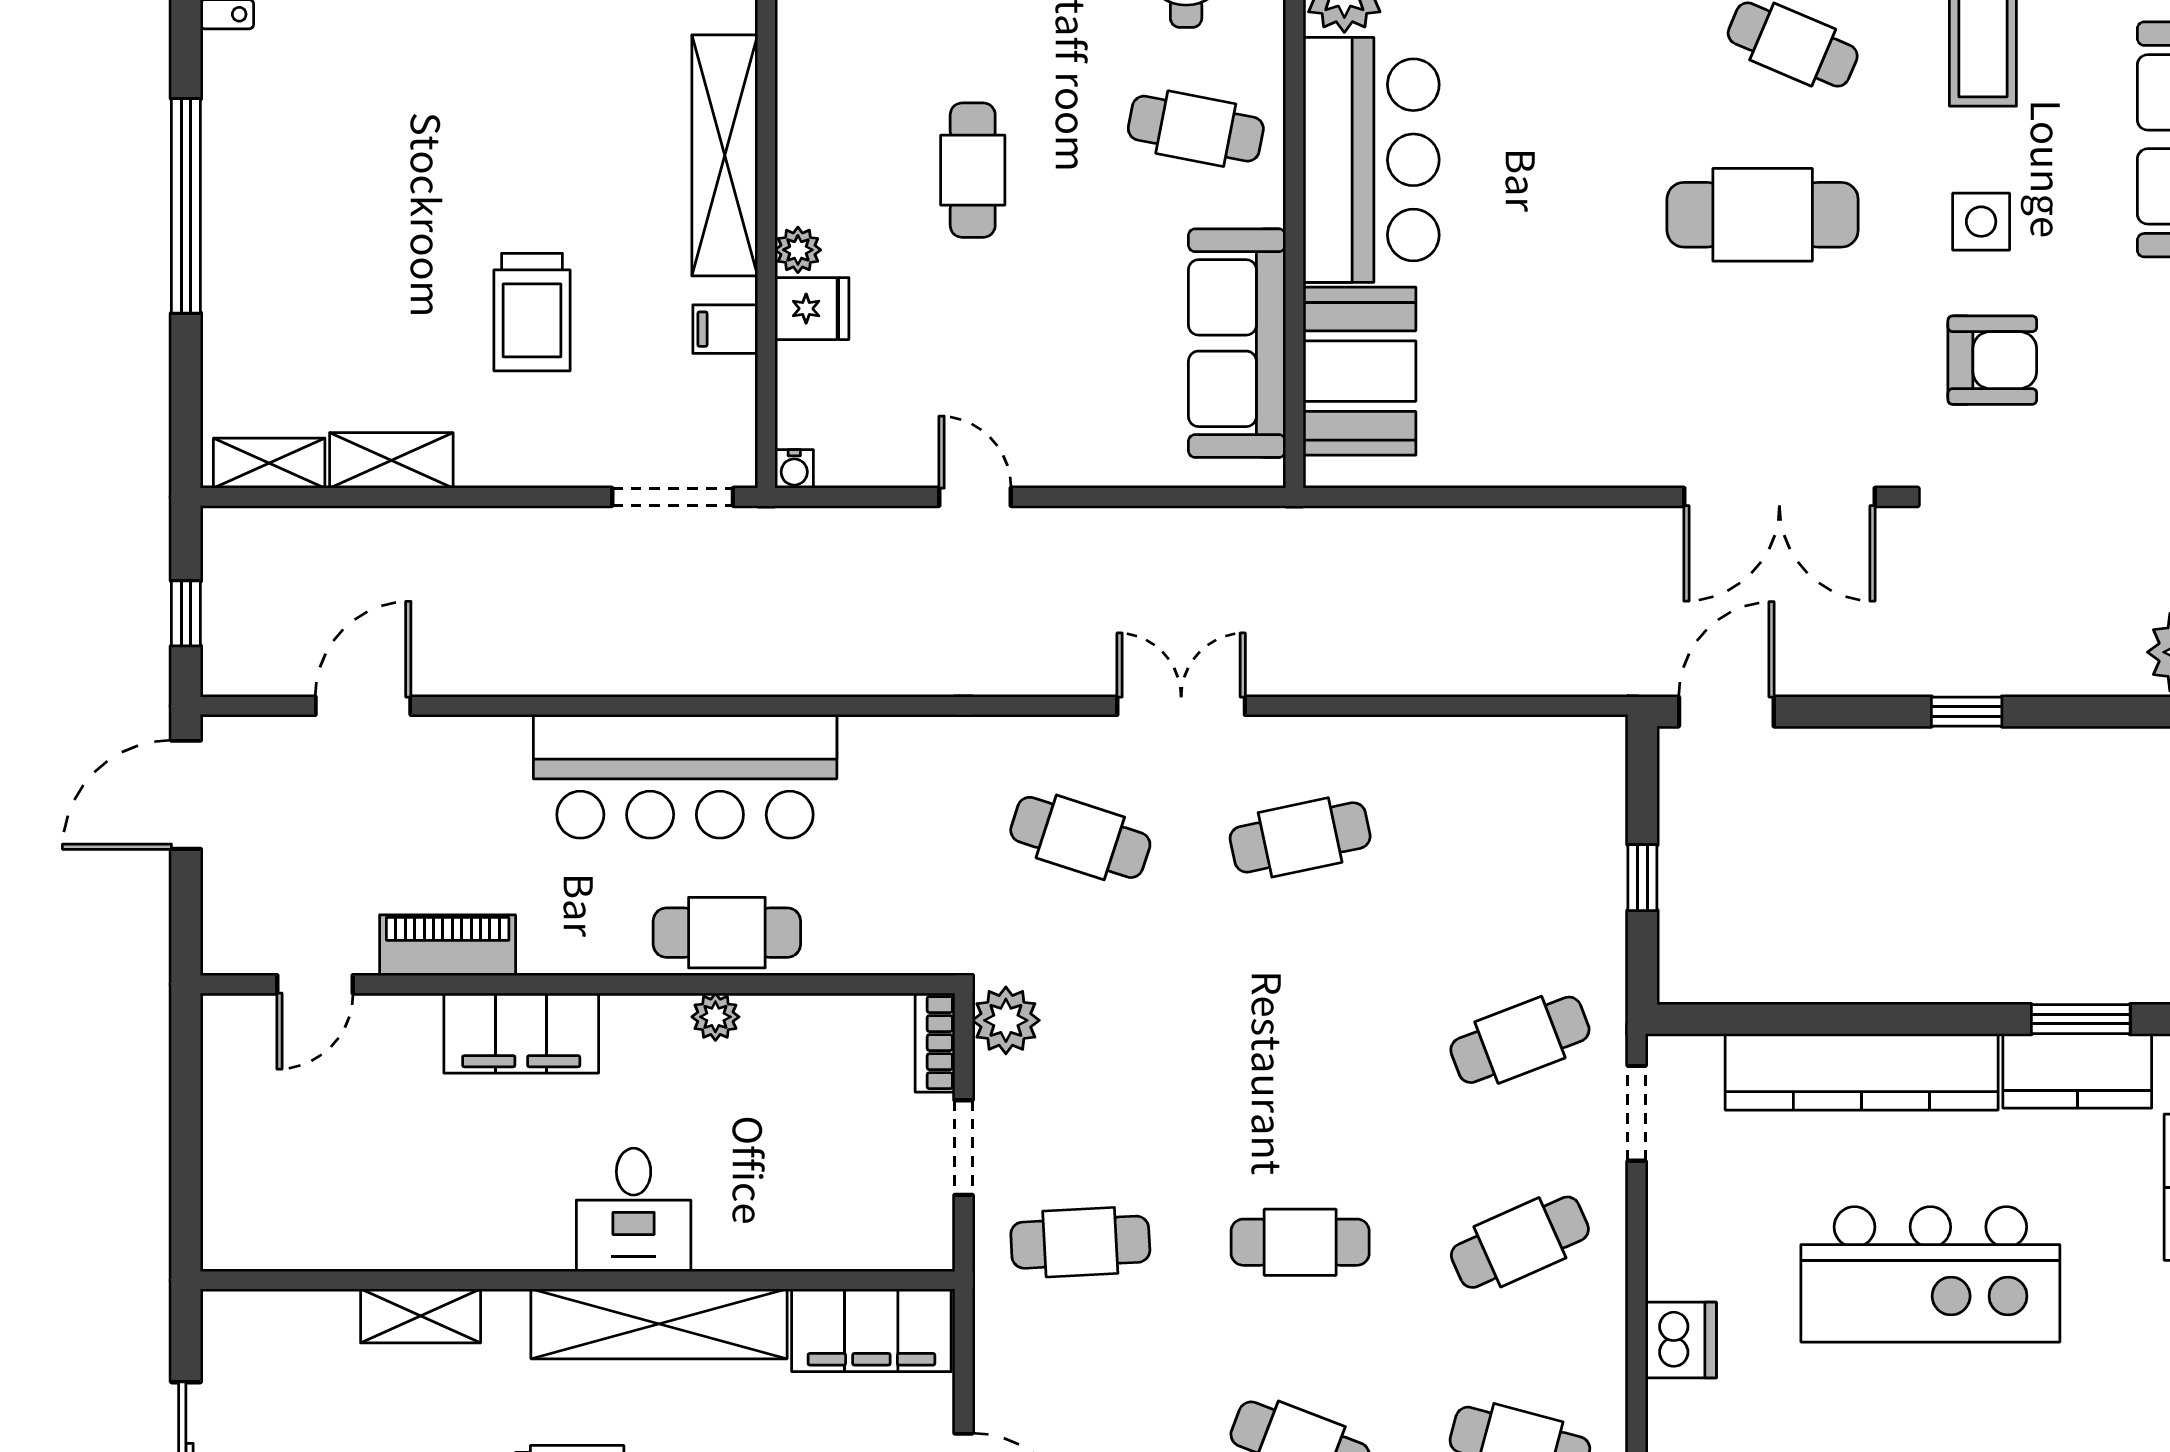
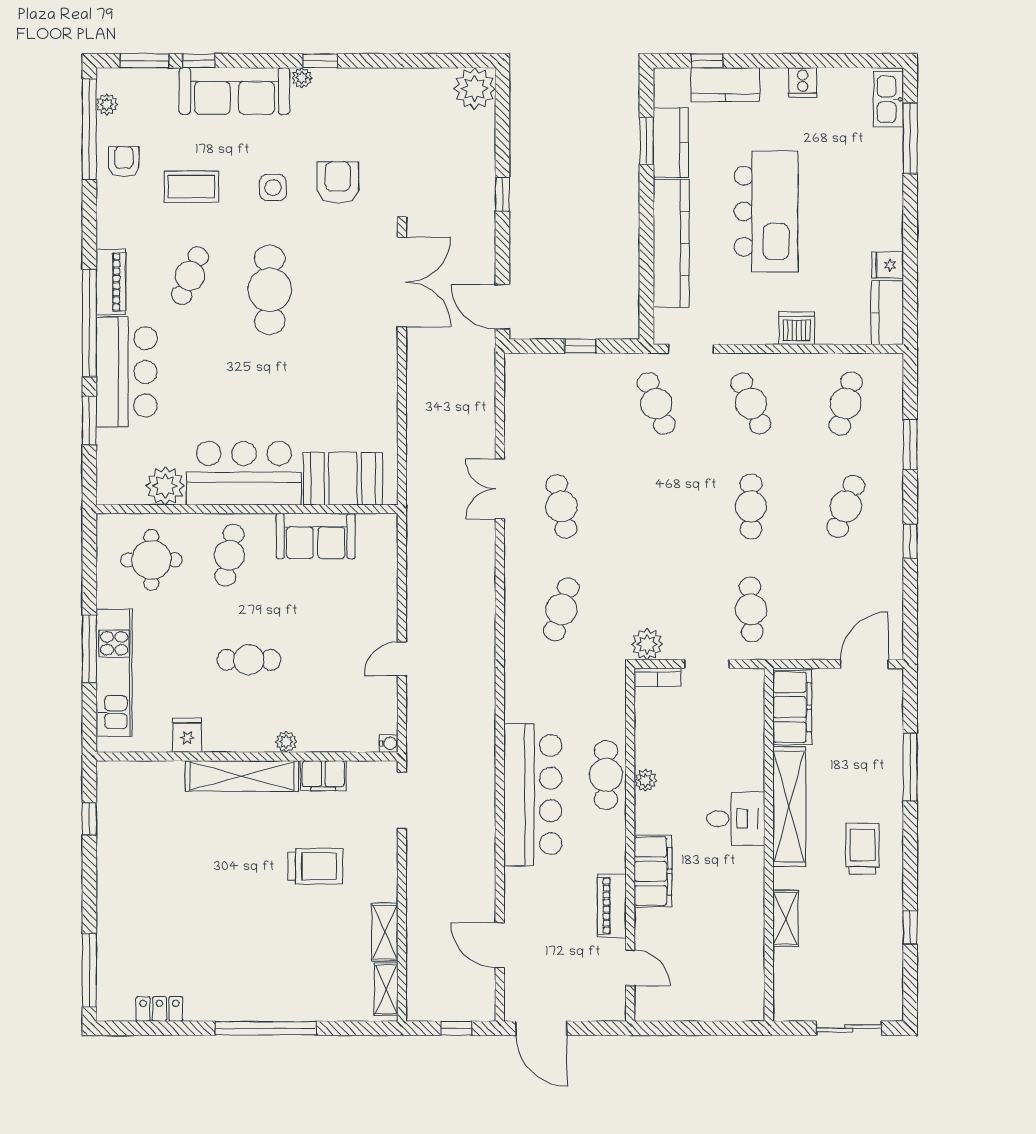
fridge: (812, 309) -> (187, 735), moved
filing cabinet: (725, 329) -> (323, 776), width x2.00
sofa: (1237, 343) -> (316, 536), width x0.73
double door: (1181, 706) -> (500, 489), moved

